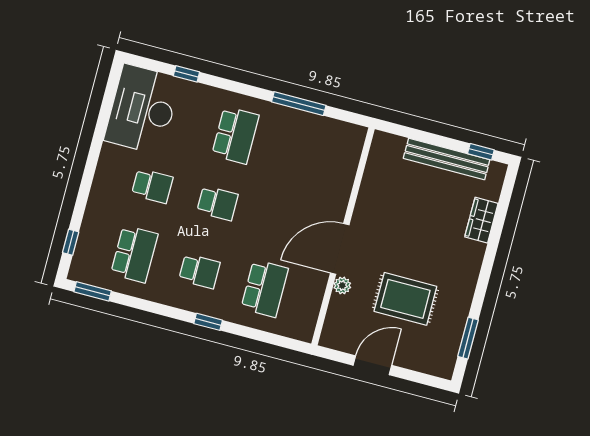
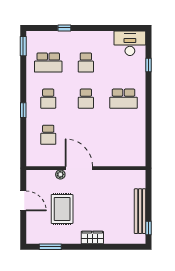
window: (299, 104) -> (149, 127), removed
desk: (142, 109) -> (130, 43), width x0.73, depth x0.77
wardrobe: (481, 220) -> (92, 238), moved
window: (71, 242) -> (64, 28), moved
school desk: (265, 288) -> (48, 135), width x0.54

